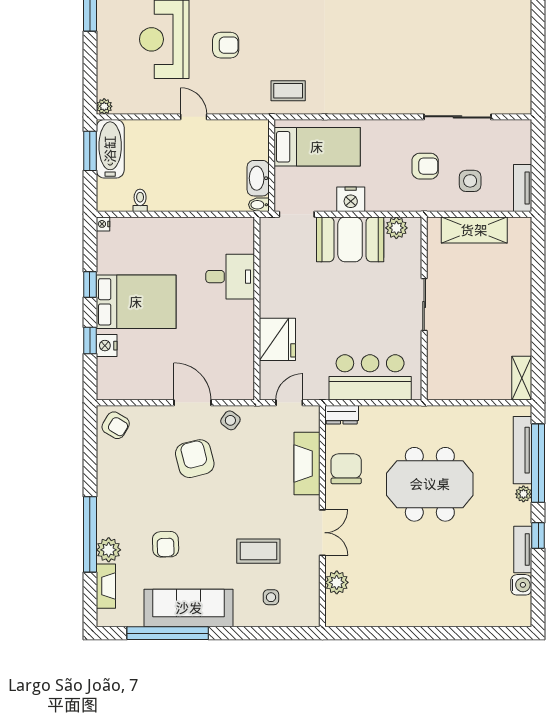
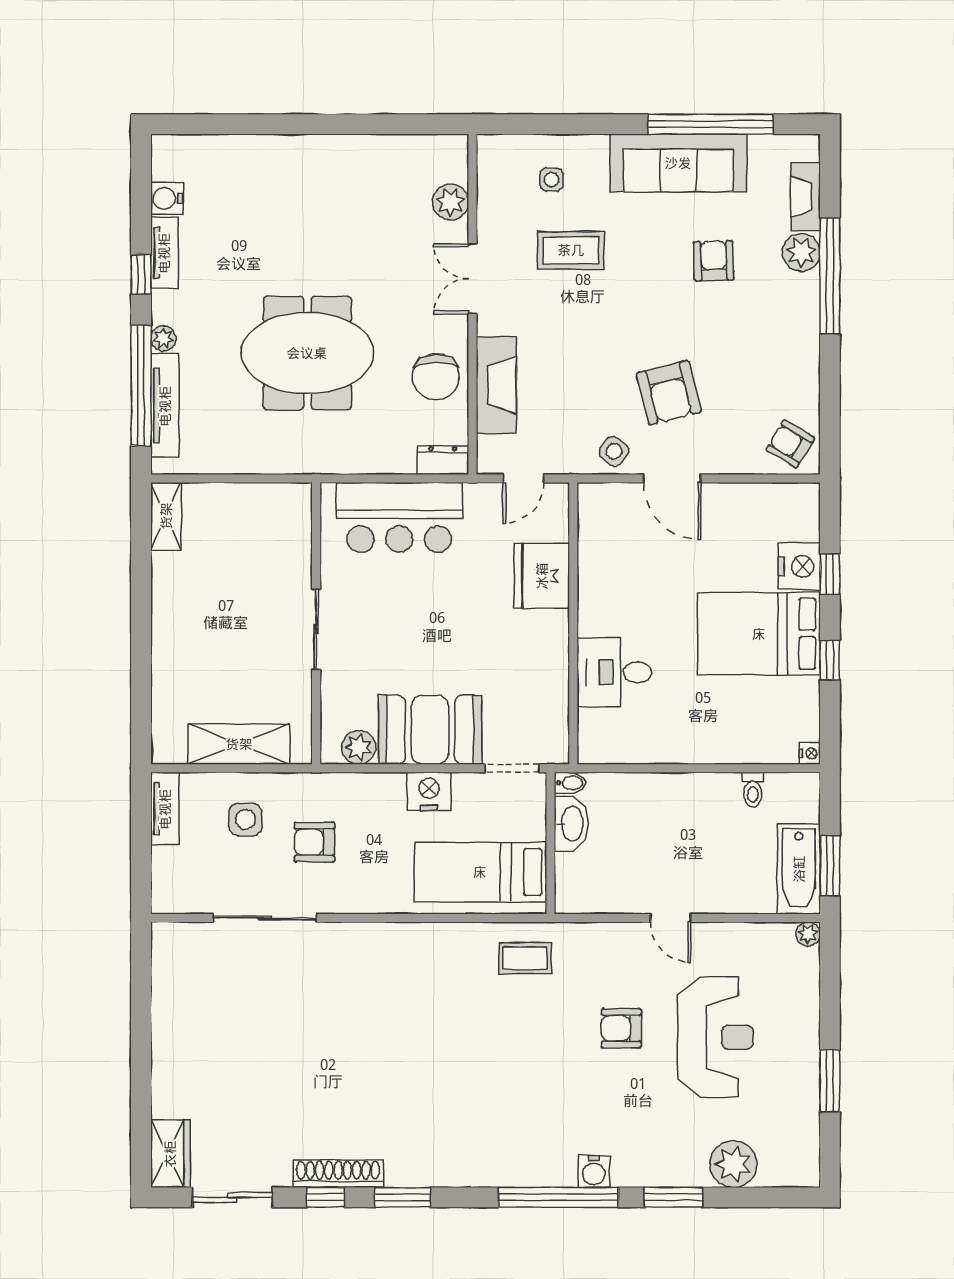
nightstand: (107, 346) -> (799, 566), width x1.36, depth x1.33

